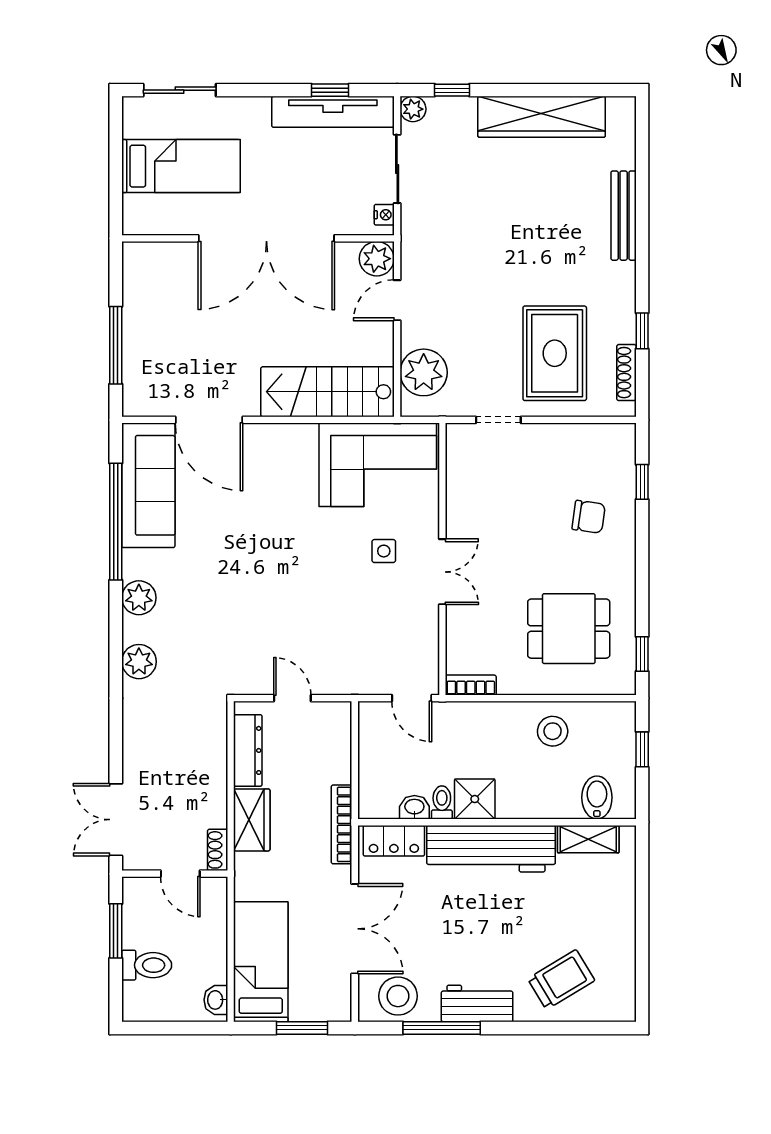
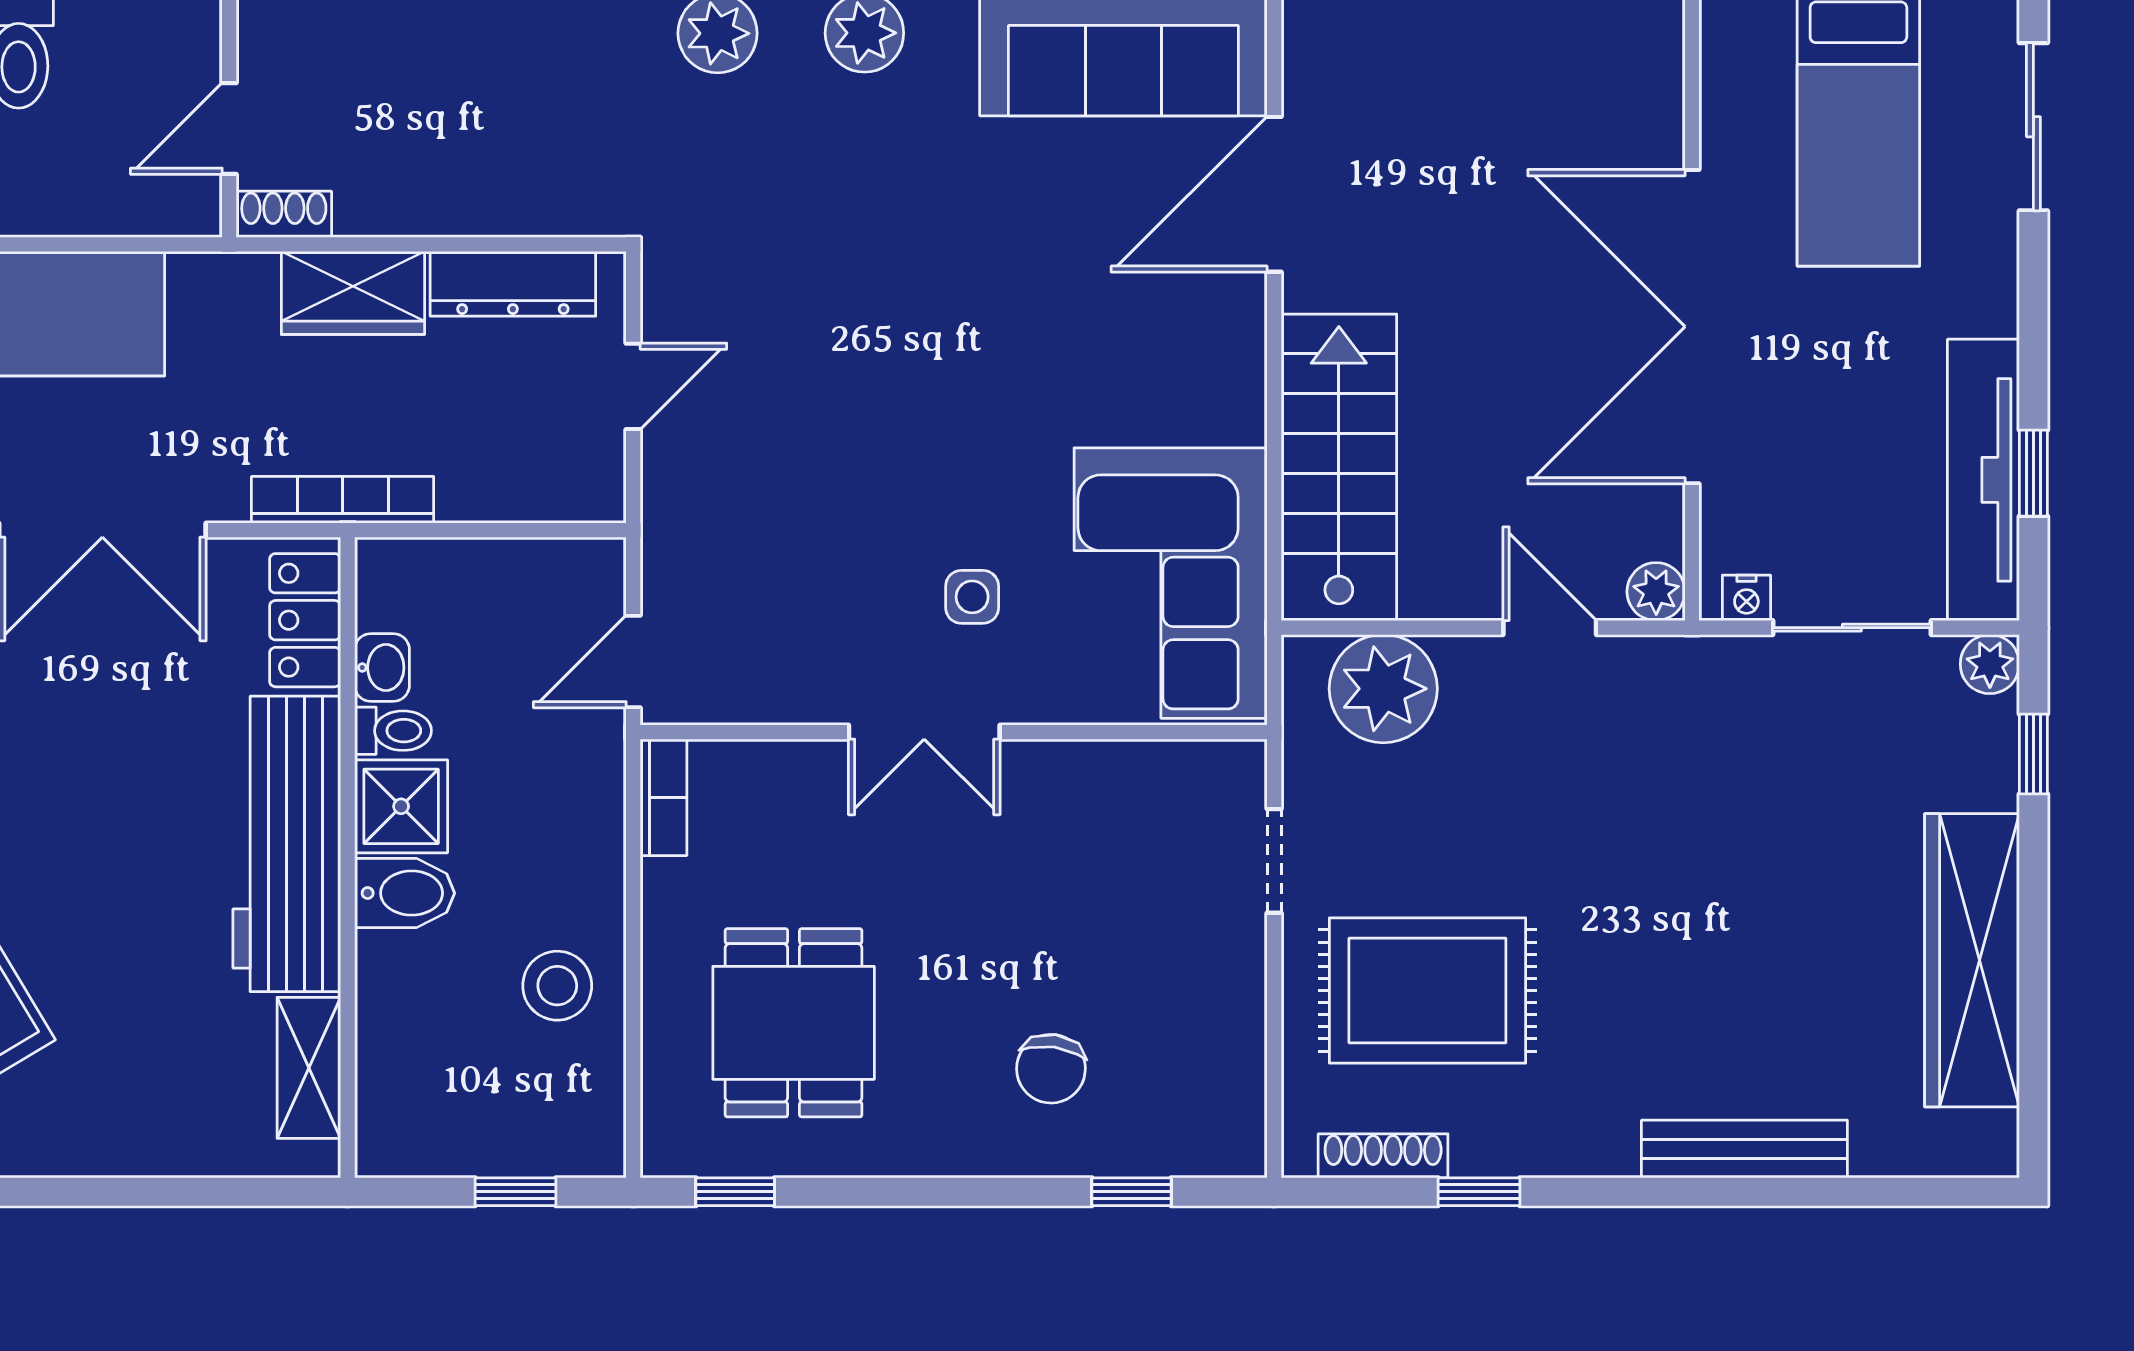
plant: (377, 259) -> (1656, 592), width x0.73, depth x0.73
bidet: (597, 797) -> (405, 893), moved

